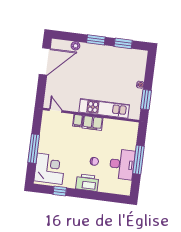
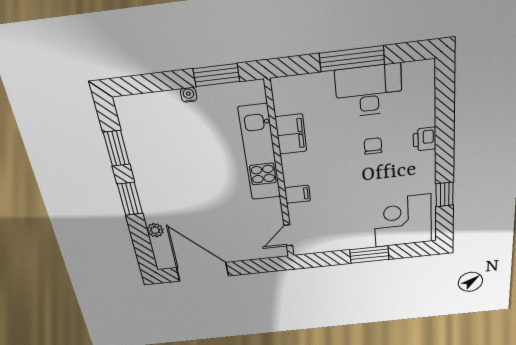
filing cabinet: (93, 123) -> (291, 134), moved
window: (34, 149) -> (369, 254), width x0.69
printer: (87, 183) -> (425, 139), width x0.53, depth x0.68

